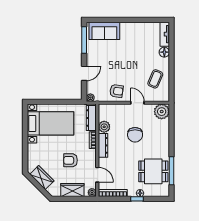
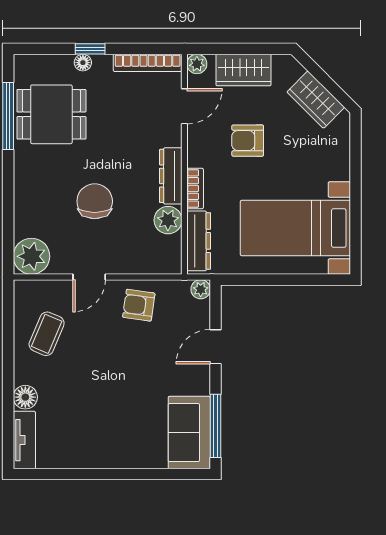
sofa: (104, 31) -> (189, 433), moved, turned -90
door: (137, 103) -> (89, 277), hinge flipped
armchair: (71, 160) -> (248, 141), turned 180
door: (97, 175) -> (184, 106), swing flipped

